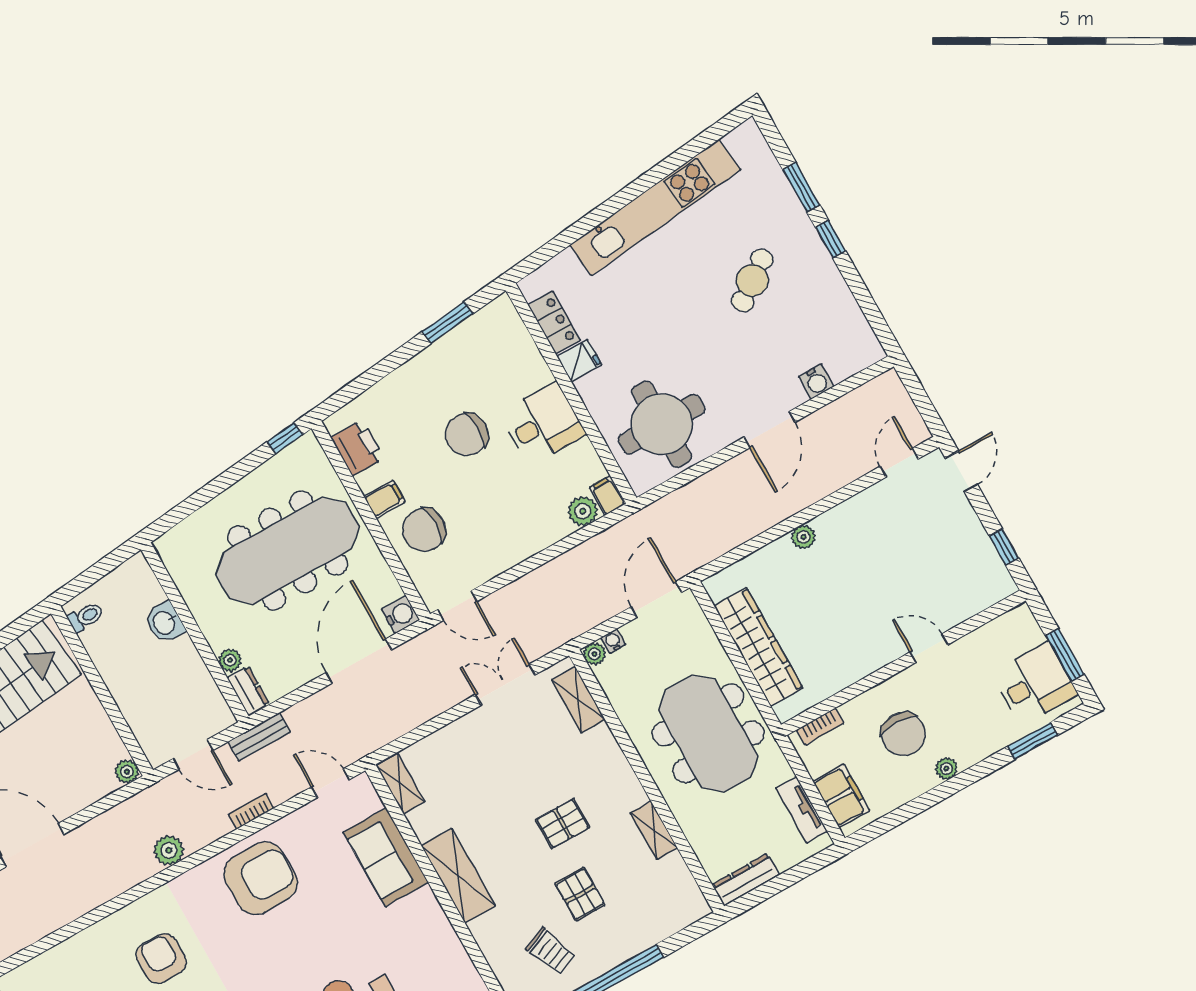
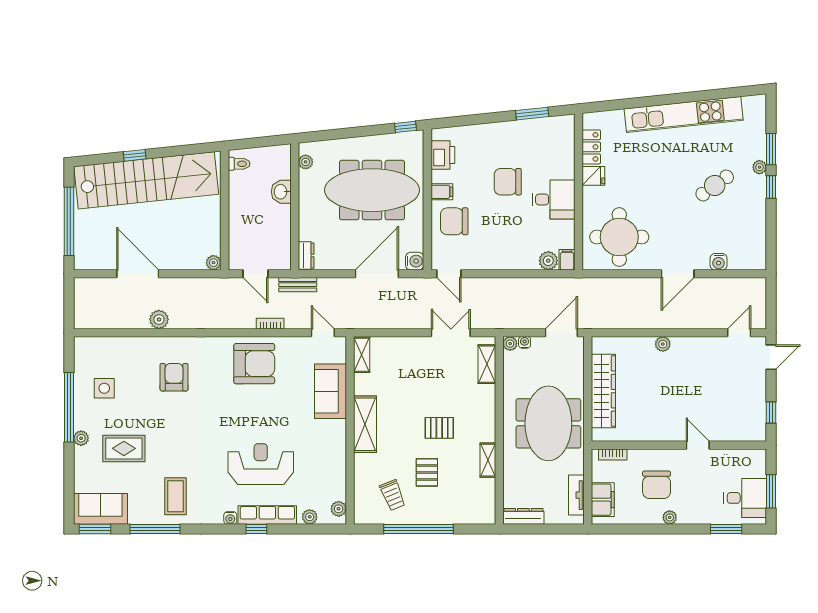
plant: (799, 221) -> (759, 167), added
plant: (230, 660) -> (306, 162), moved
plant: (169, 850) -> (159, 319), moved

